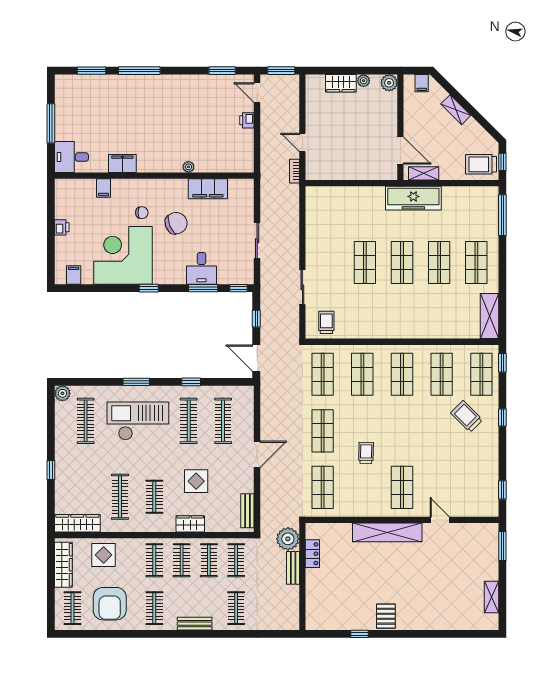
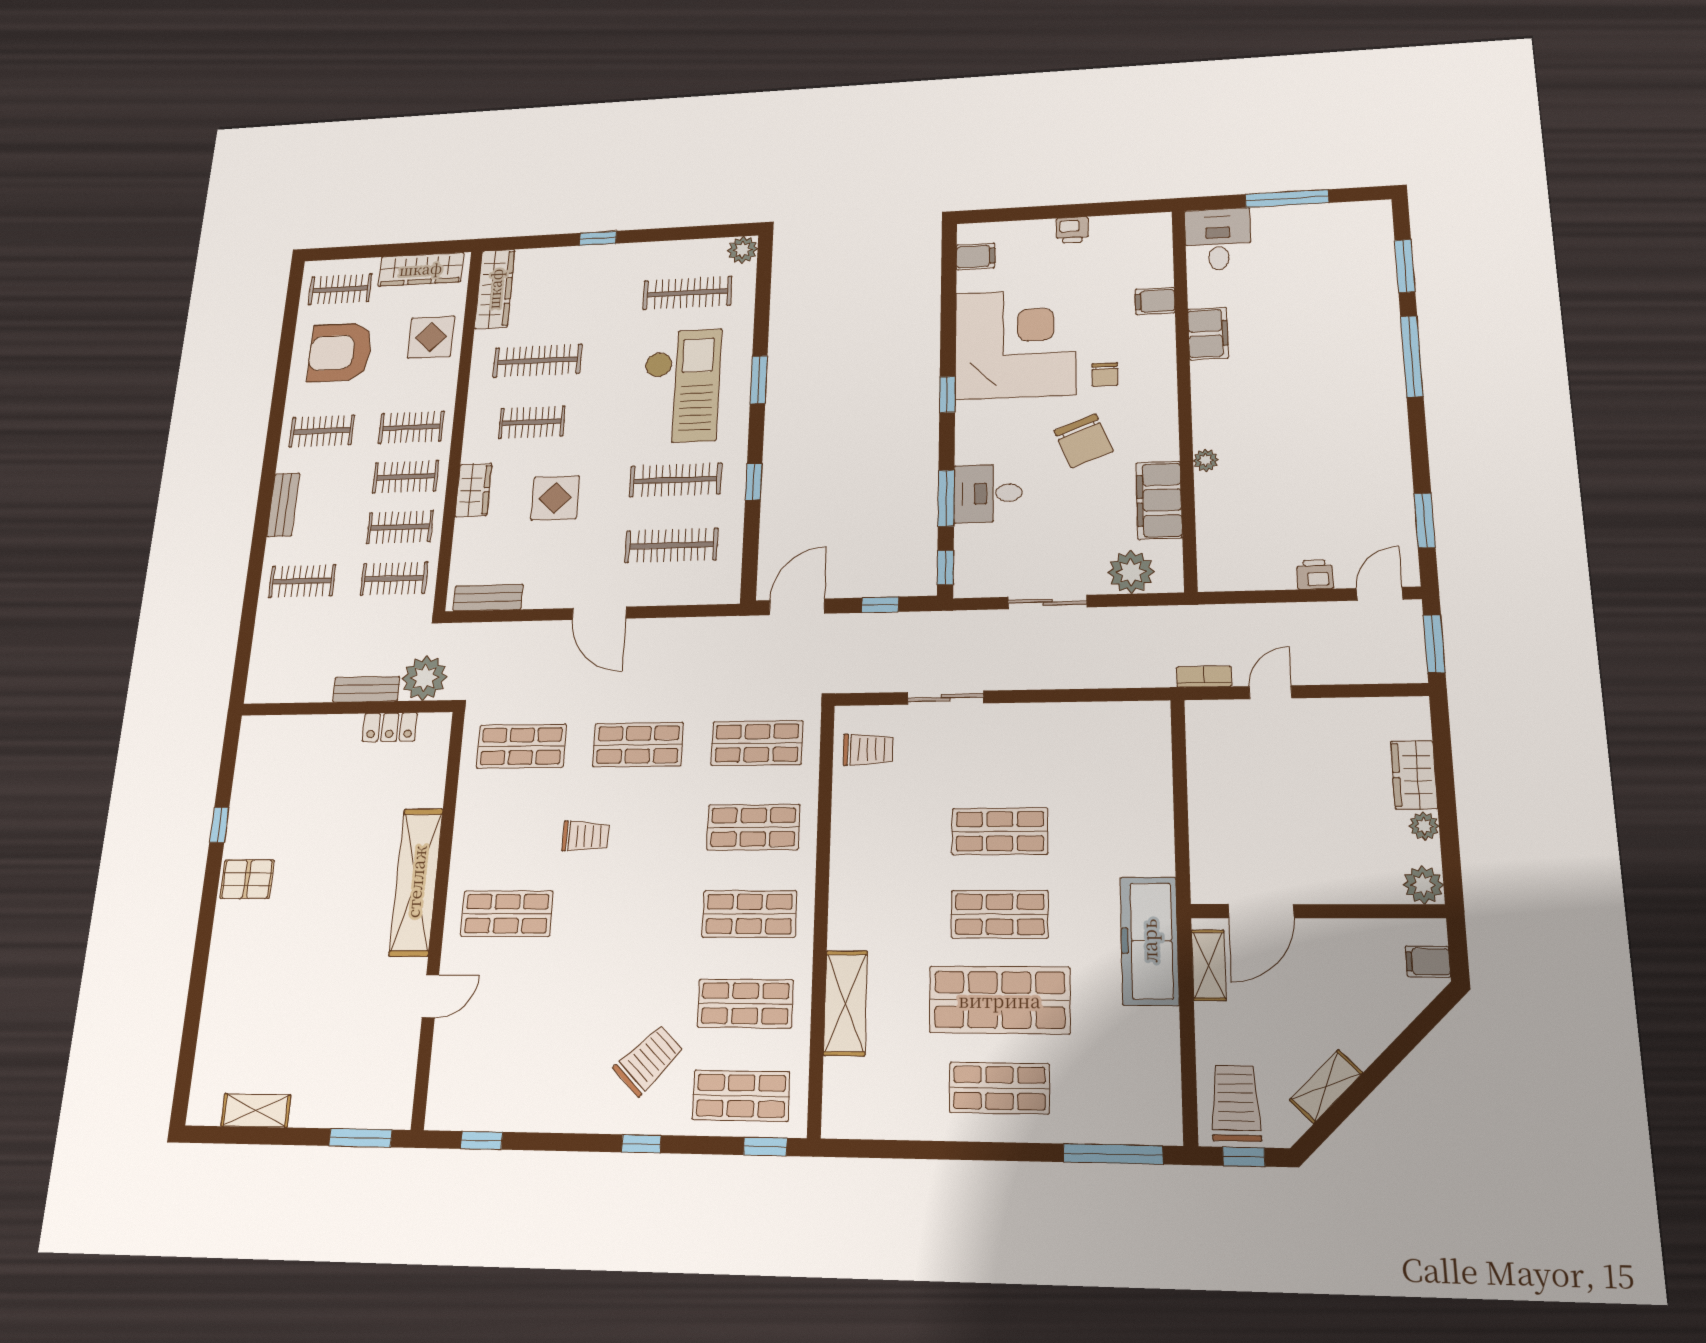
shelving: (456, 110) -> (1326, 1086), moved
plant: (243, 202) -> (1131, 572), added
shop shelf: (439, 262) -> (1000, 1000), width x1.43, depth x1.36
shelving: (490, 316) -> (846, 1003), moved, turned 90

